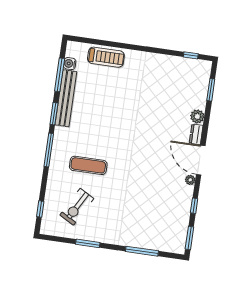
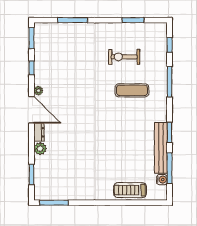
window: (191, 55) -> (54, 203), width x2.17
window: (49, 150) -> (170, 82), moved
exercise bike: (77, 207) -> (124, 57), moved, turned -119
window: (88, 243) -> (133, 20), moved

